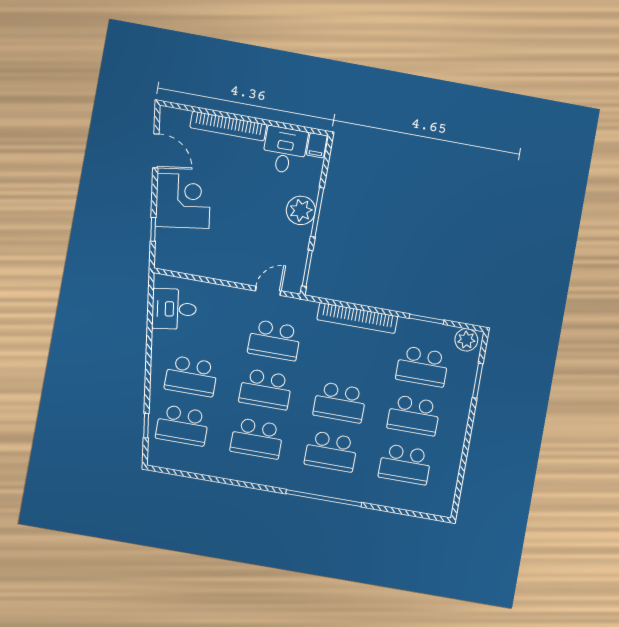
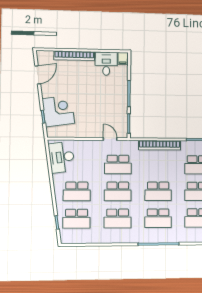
door: (156, 151) -> (38, 75), hinge flipped
corner desk: (183, 201) -> (58, 111), moved
plant: (301, 210) -> (120, 94), removed
door: (268, 291) -> (110, 139), hinge flipped
desk: (174, 309) -> (62, 157), width x1.37

